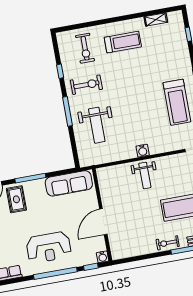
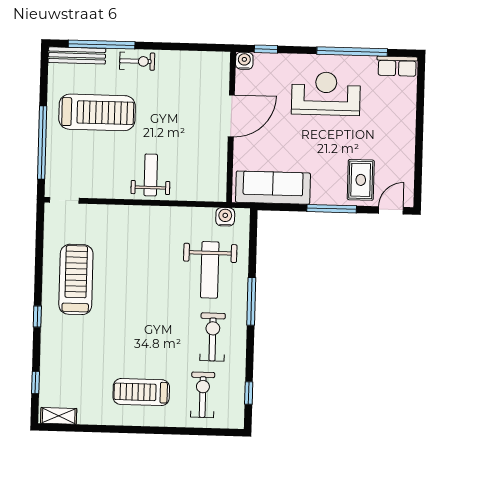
shelving: (156, 20) -> (59, 416), moved
window: (60, 71) -> (249, 393), moved
exercise bike: (86, 85) -> (213, 337), turned 90
weight bench: (97, 125) -> (210, 270), turned 180
water cooler: (143, 151) -> (225, 217), moved
window: (55, 273) -> (352, 51), moved

